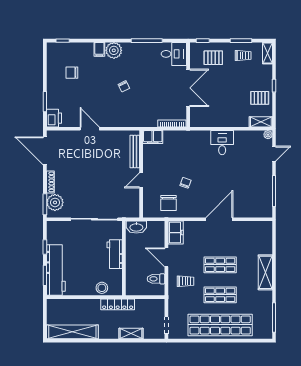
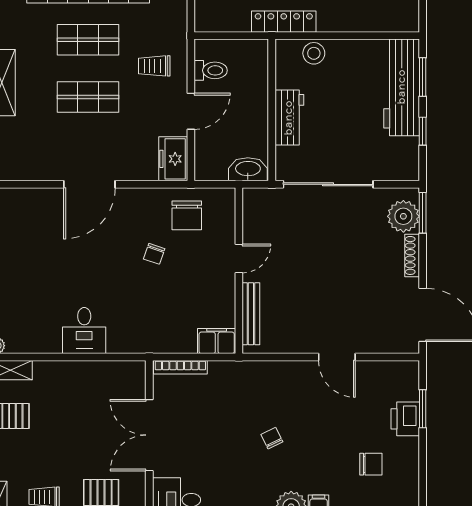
printer: (54, 118) -> (405, 419), moved
chair: (168, 203) -> (187, 215), turned 180
door: (166, 257) -> (191, 111), hinge flipped

